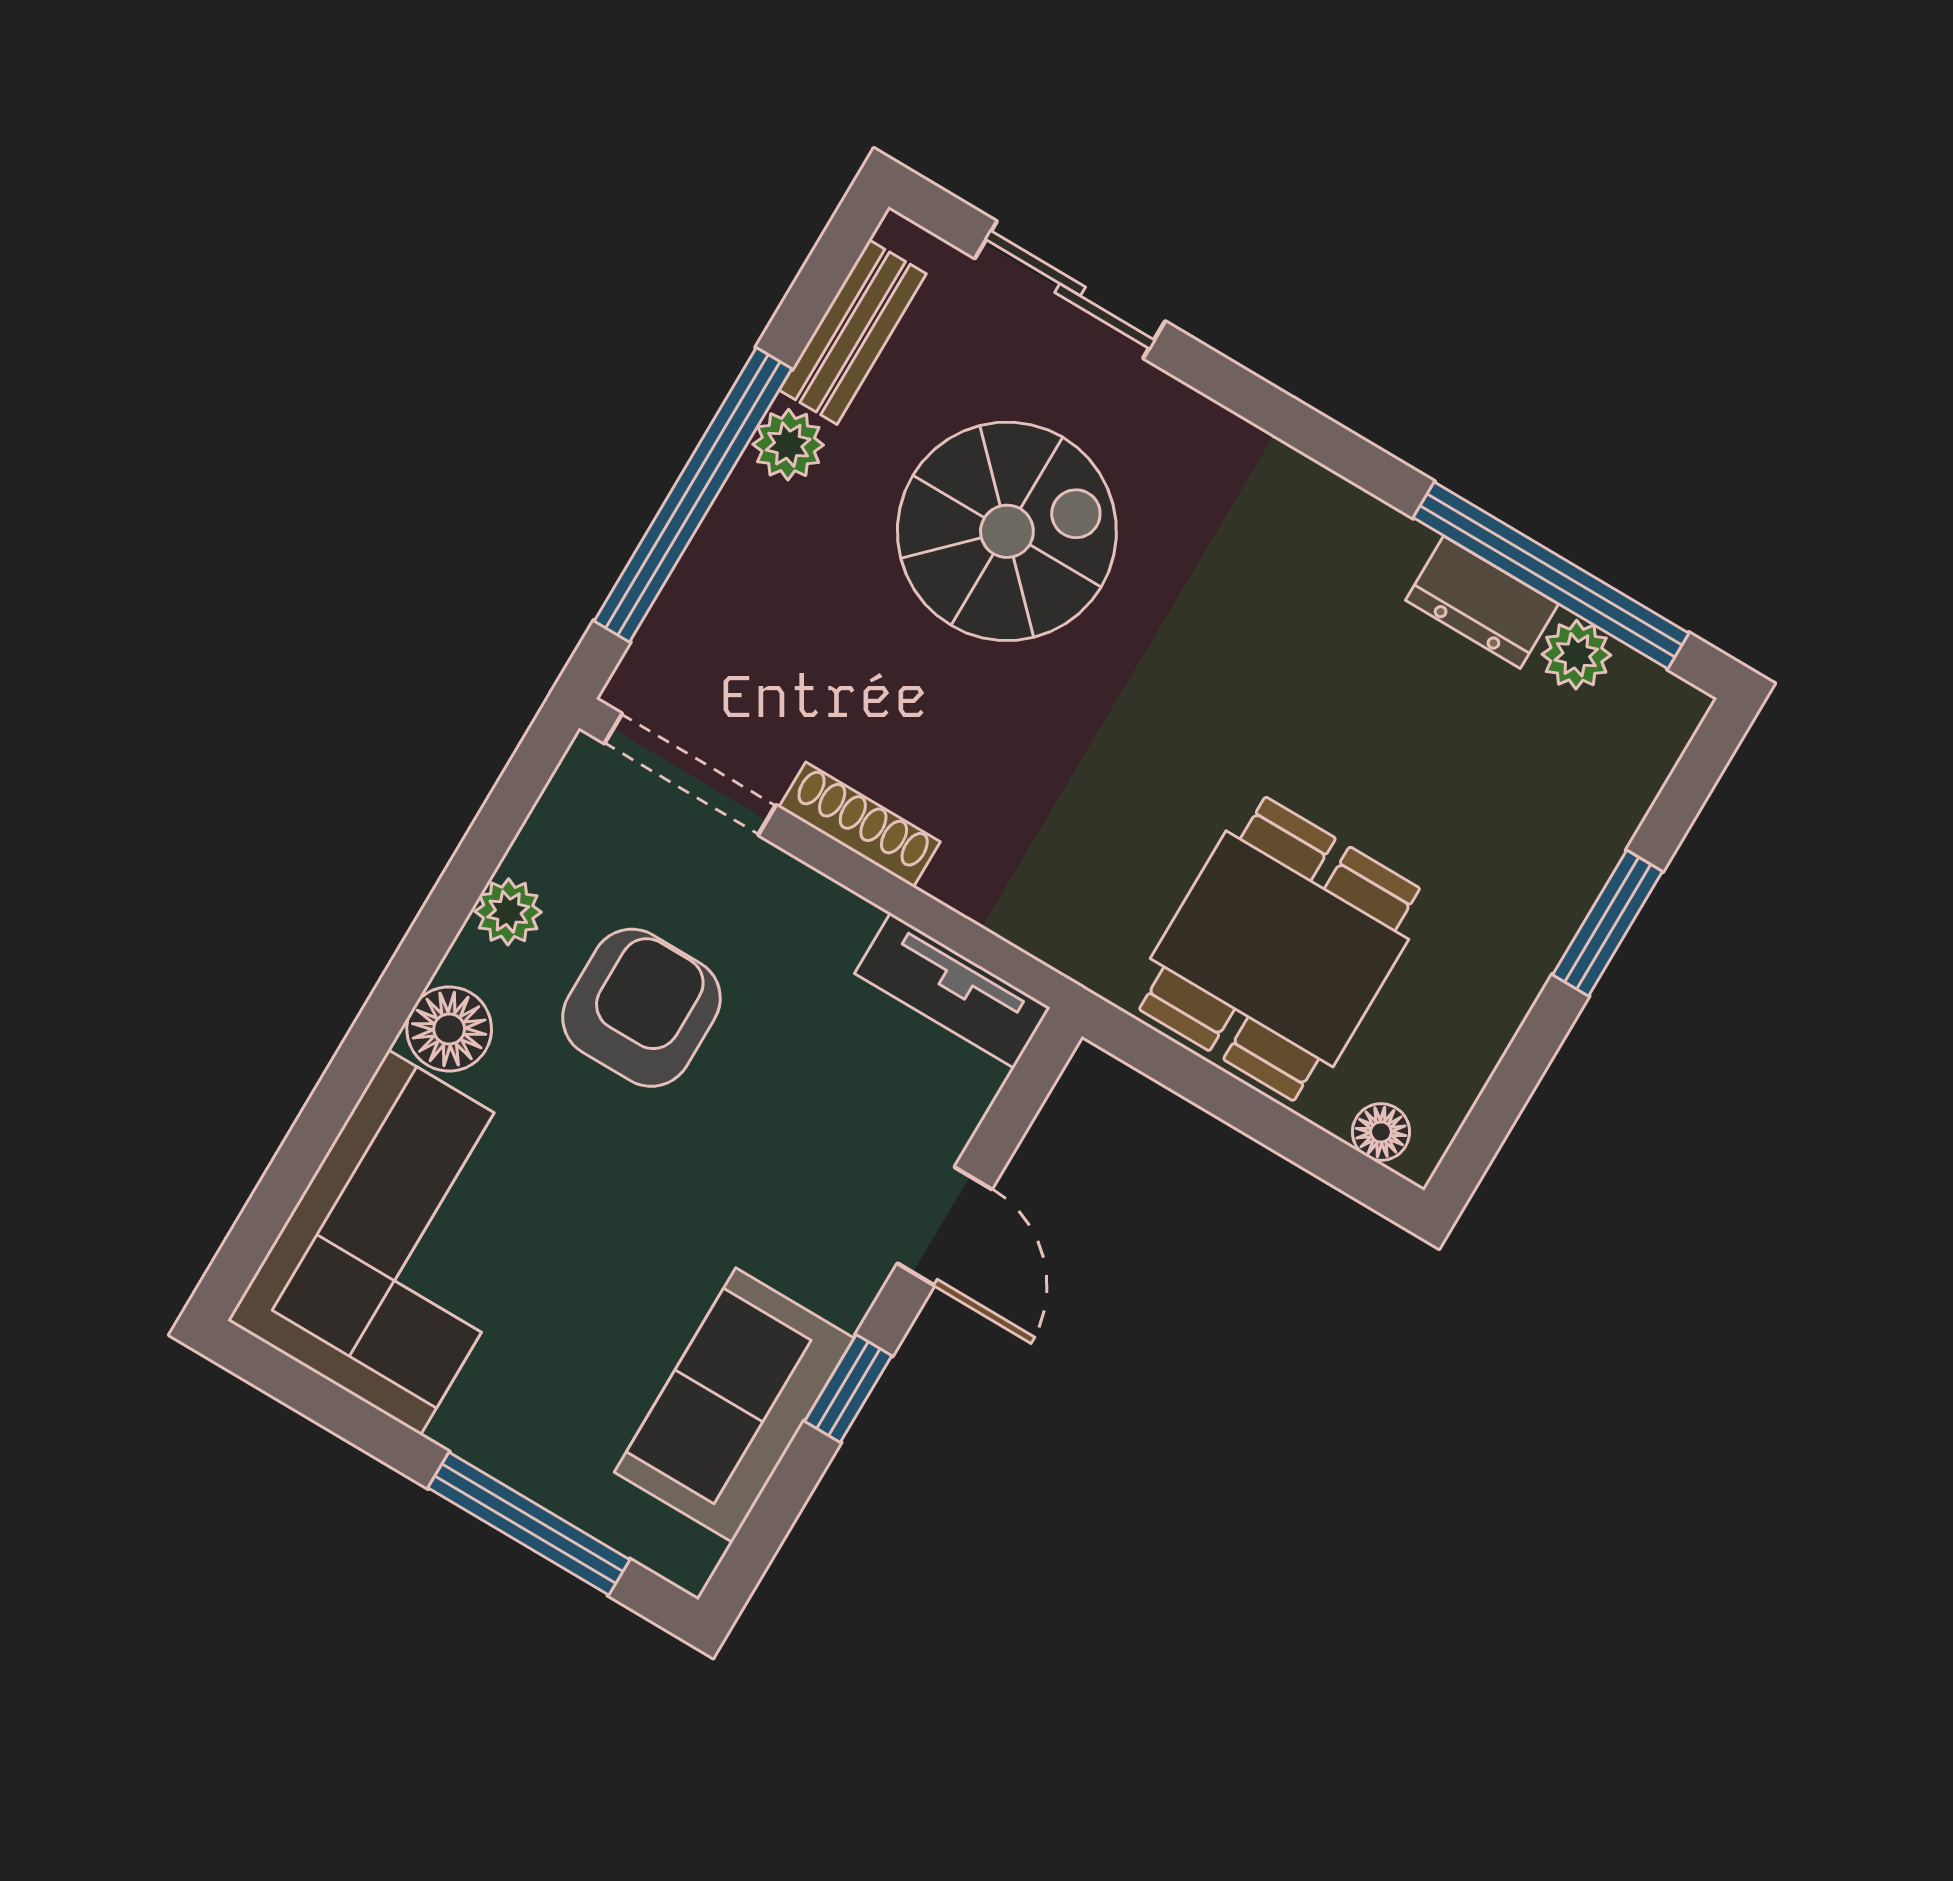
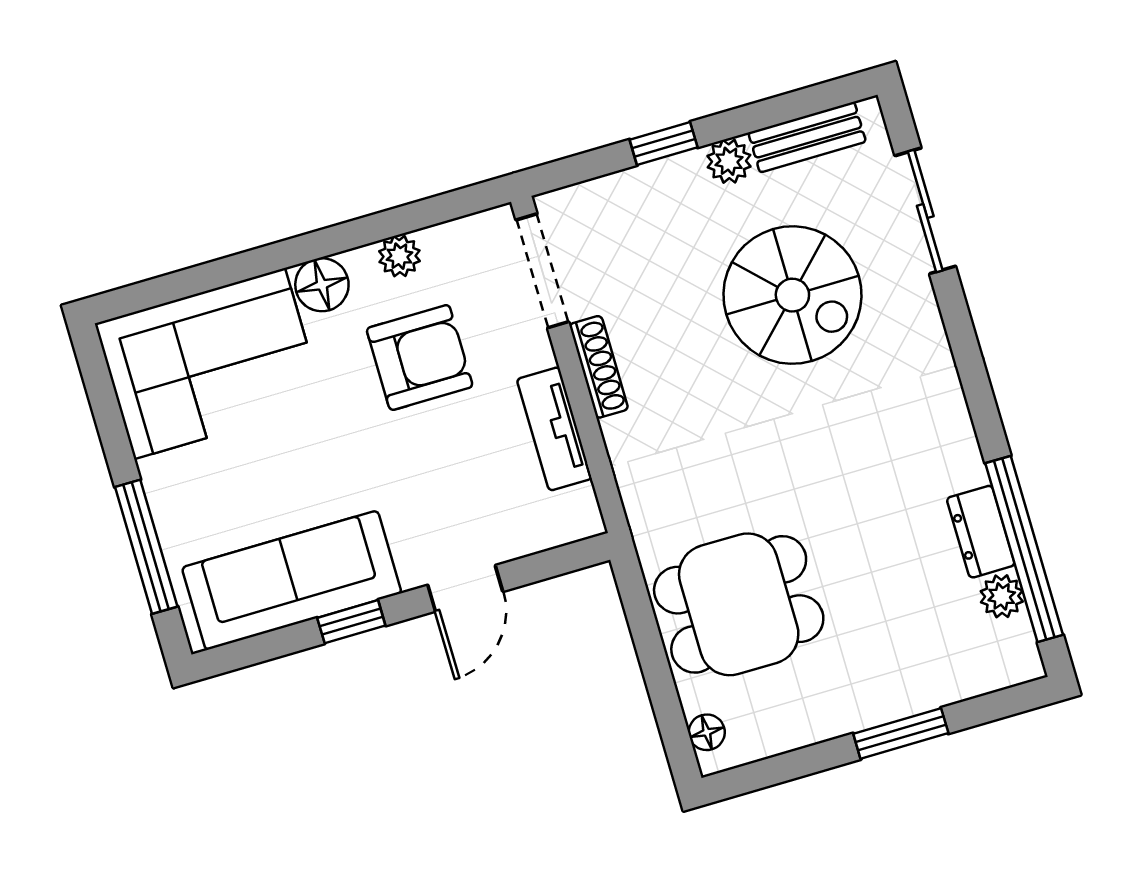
window: (693, 495) -> (664, 143), width x0.32
tv unit: (952, 990) -> (554, 429), moved
sofa: (734, 1405) -> (292, 580), width x1.36

